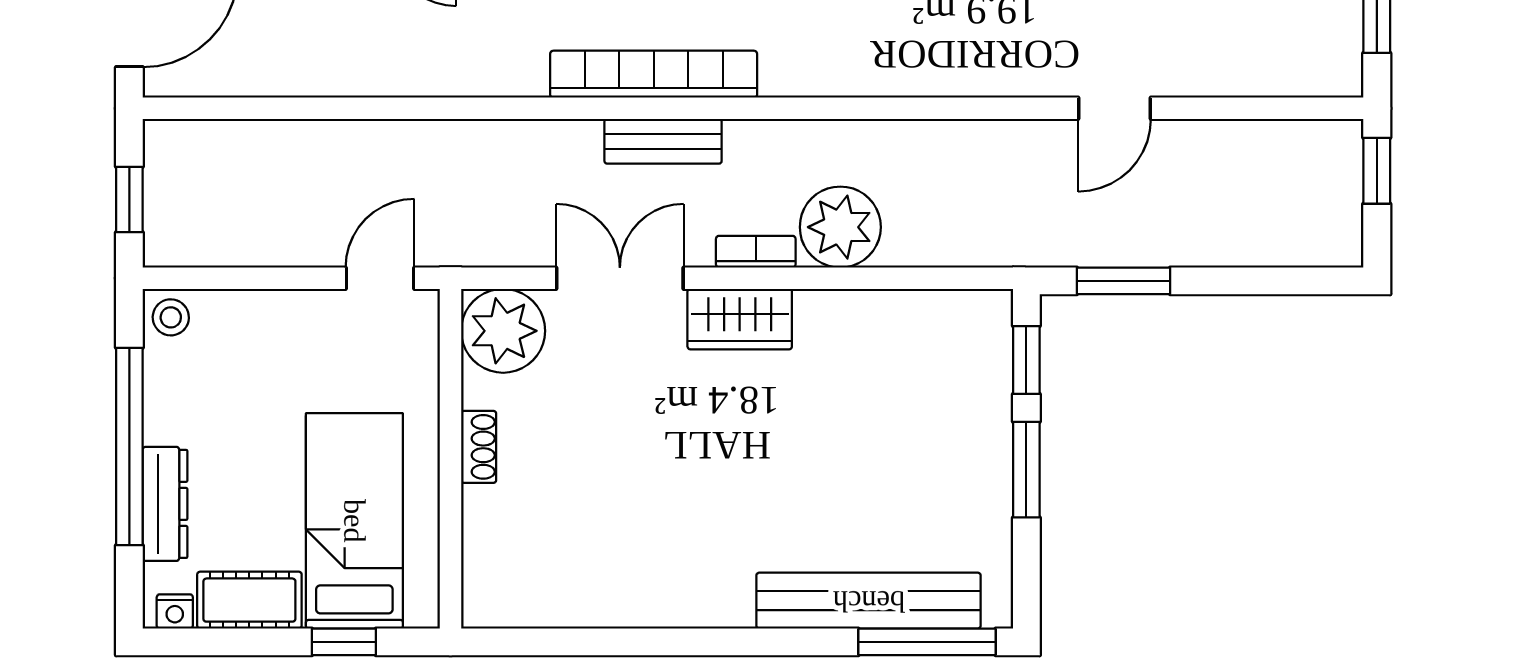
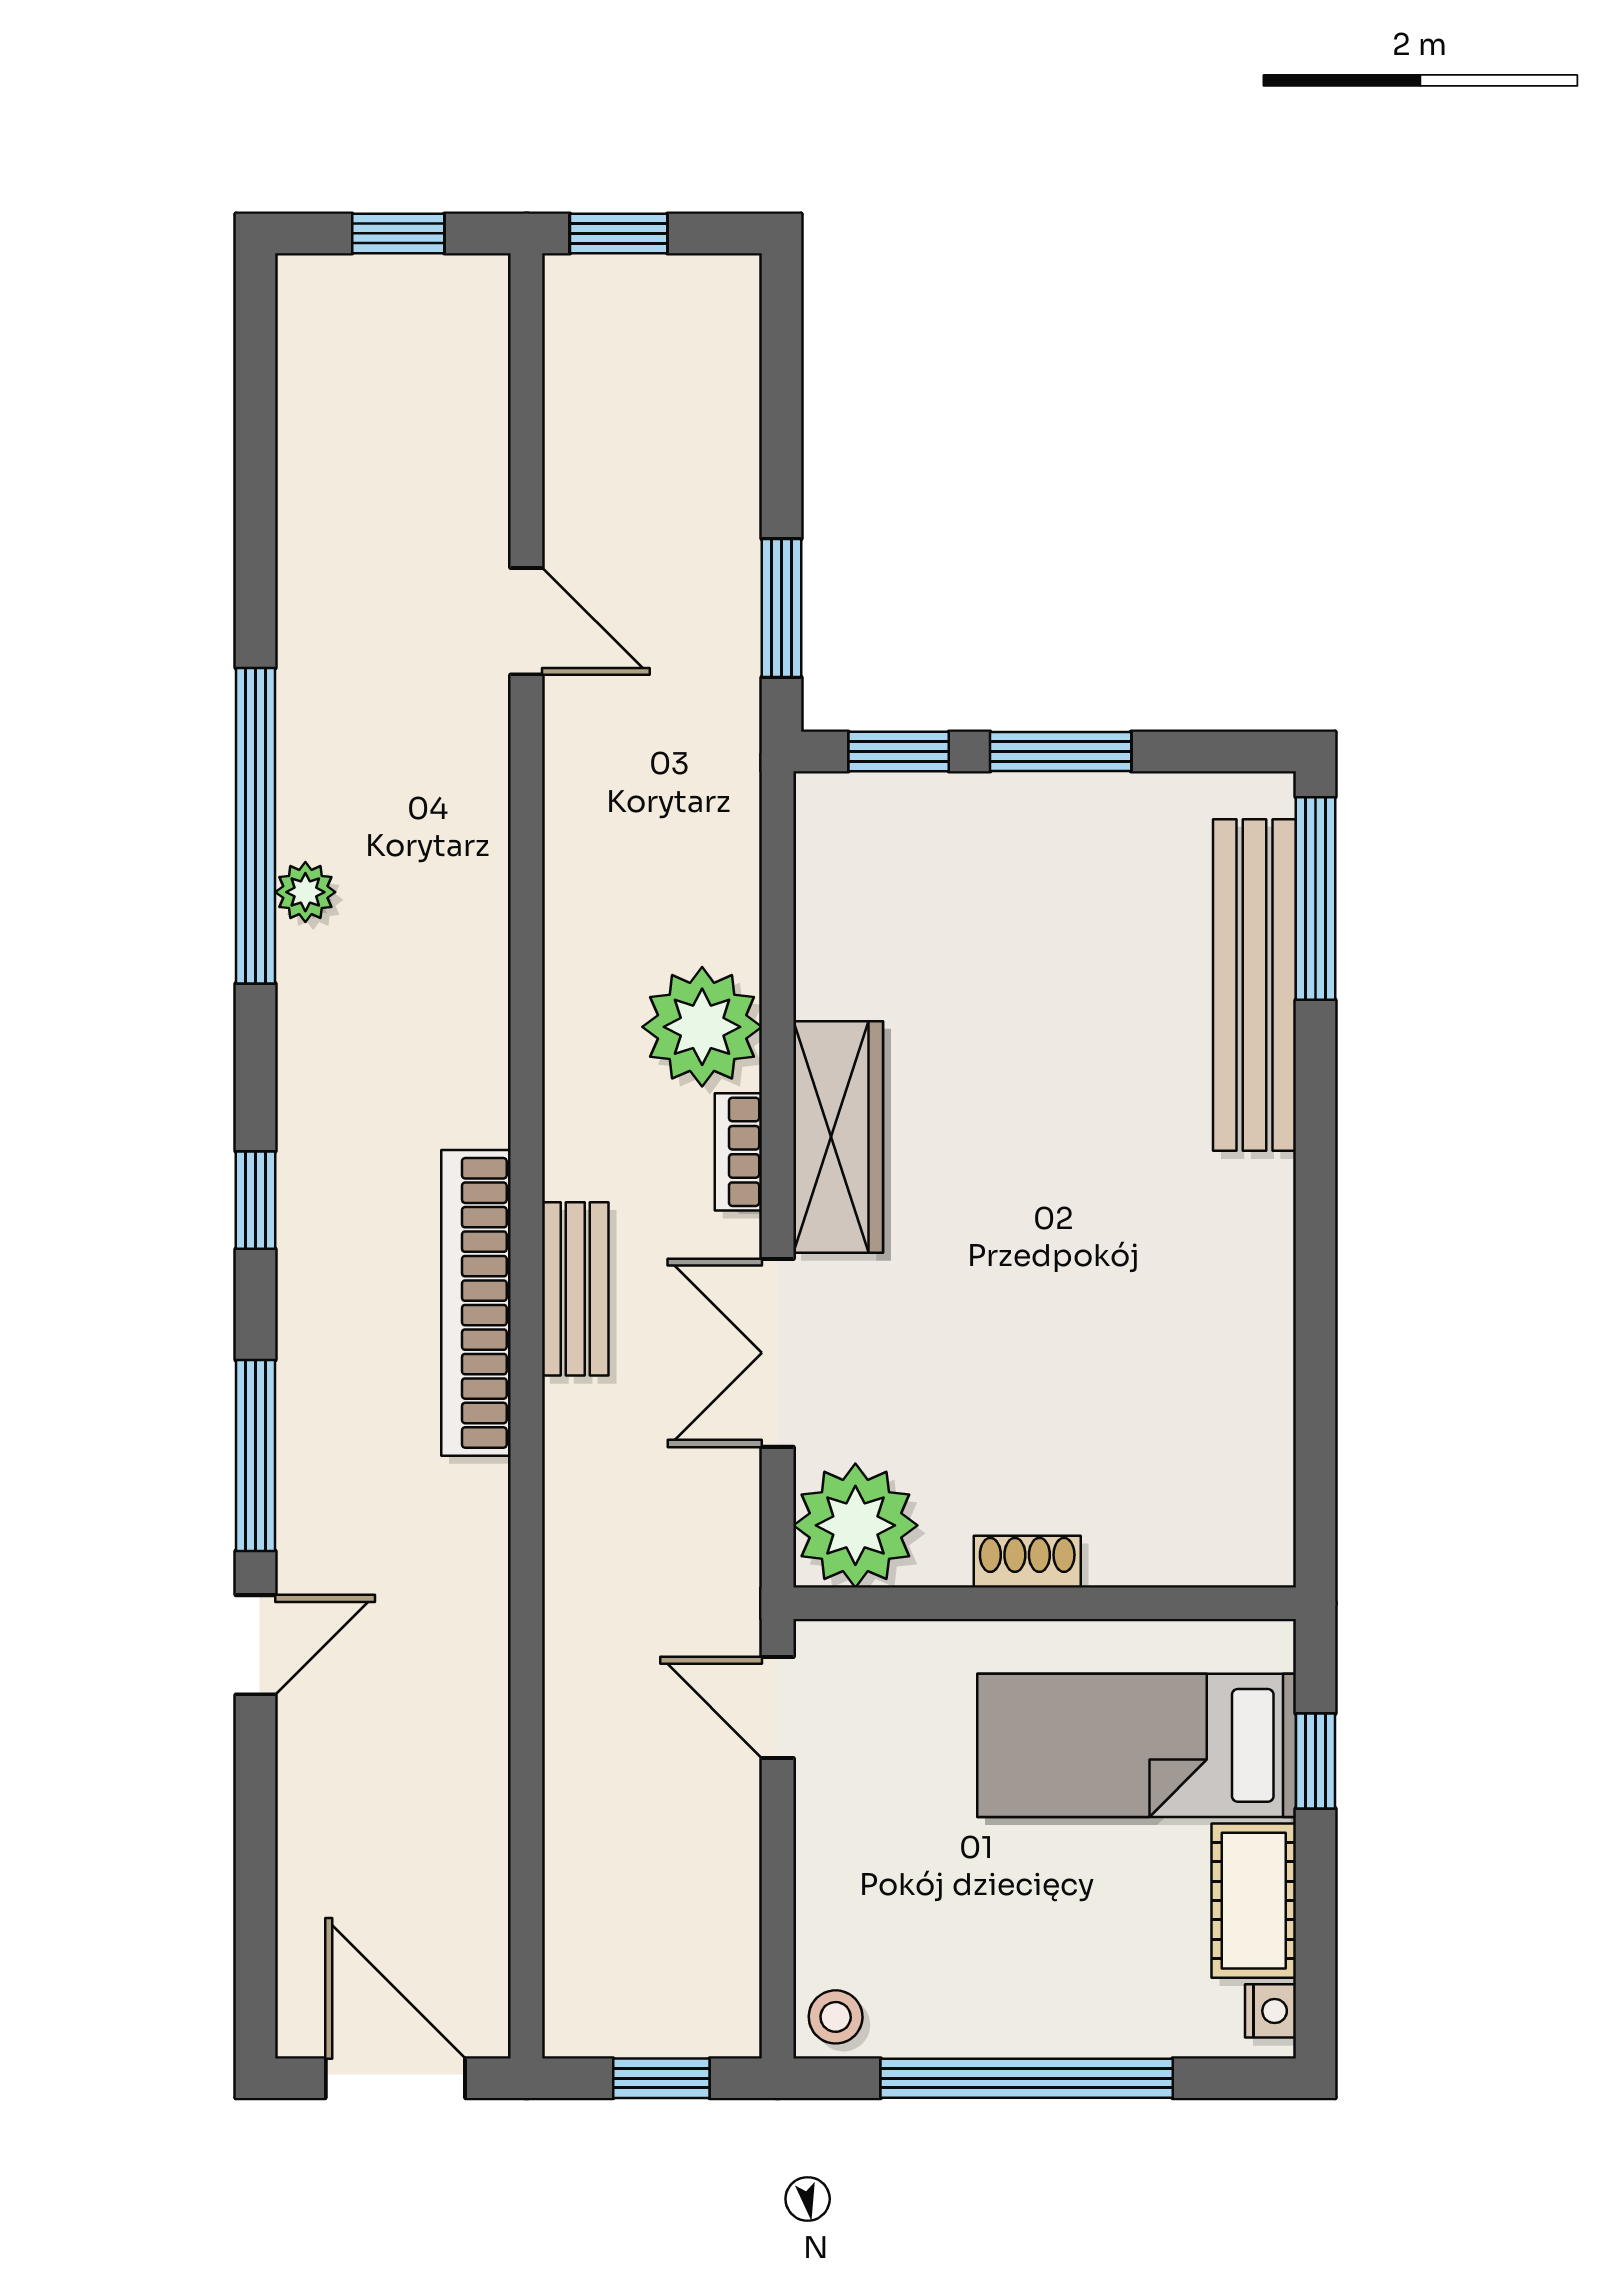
wardrobe: (740, 319) -> (838, 1137), width x1.50
dresser: (165, 504) -> (1111, 2026), removed

